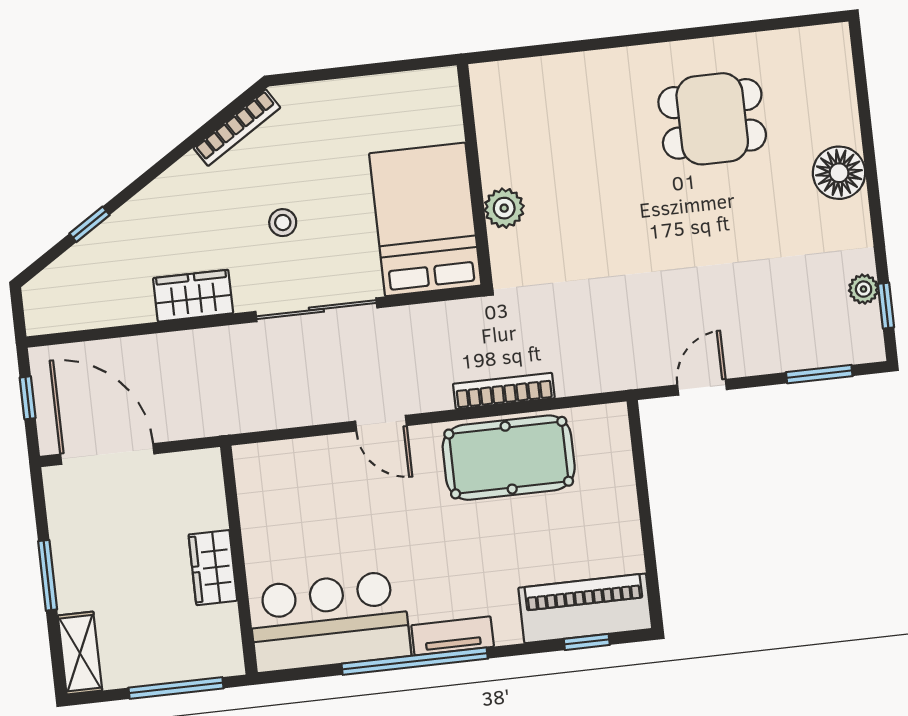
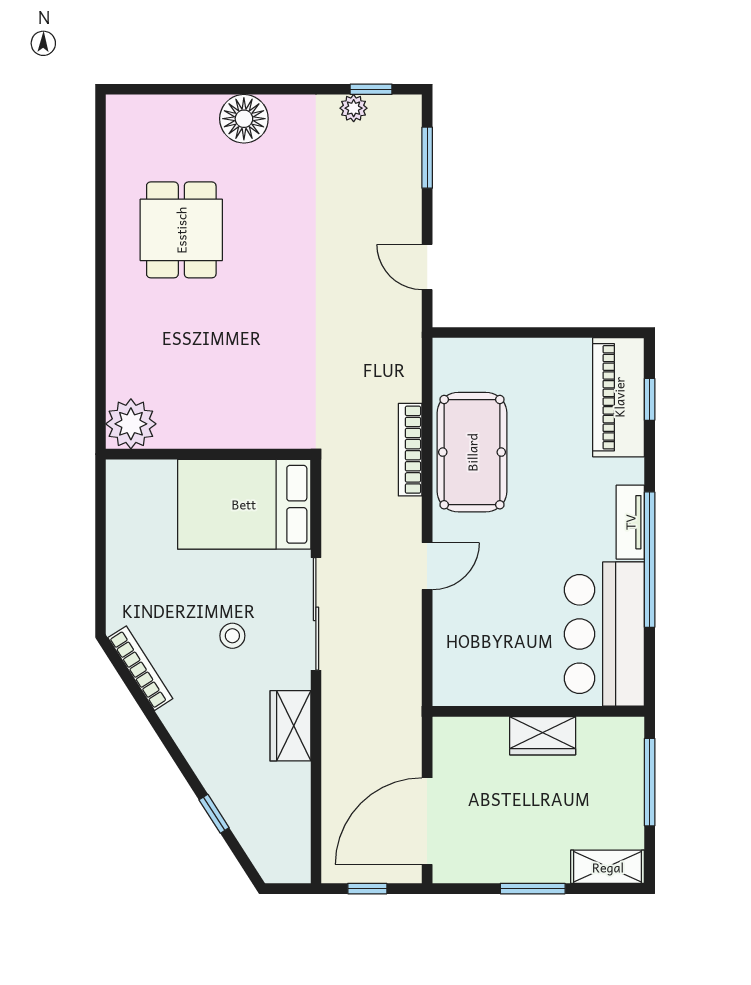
plant: (504, 208) -> (131, 424), moved, width x1.36, depth x1.36

